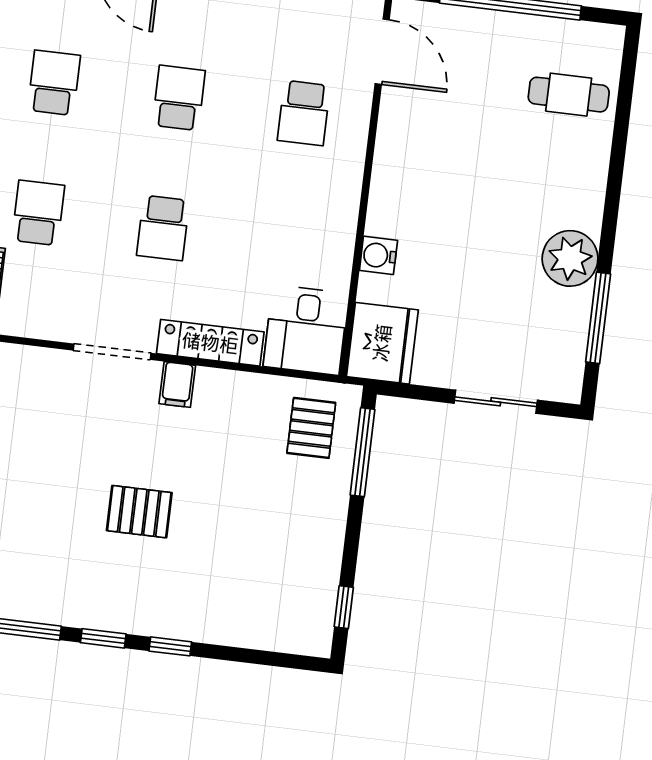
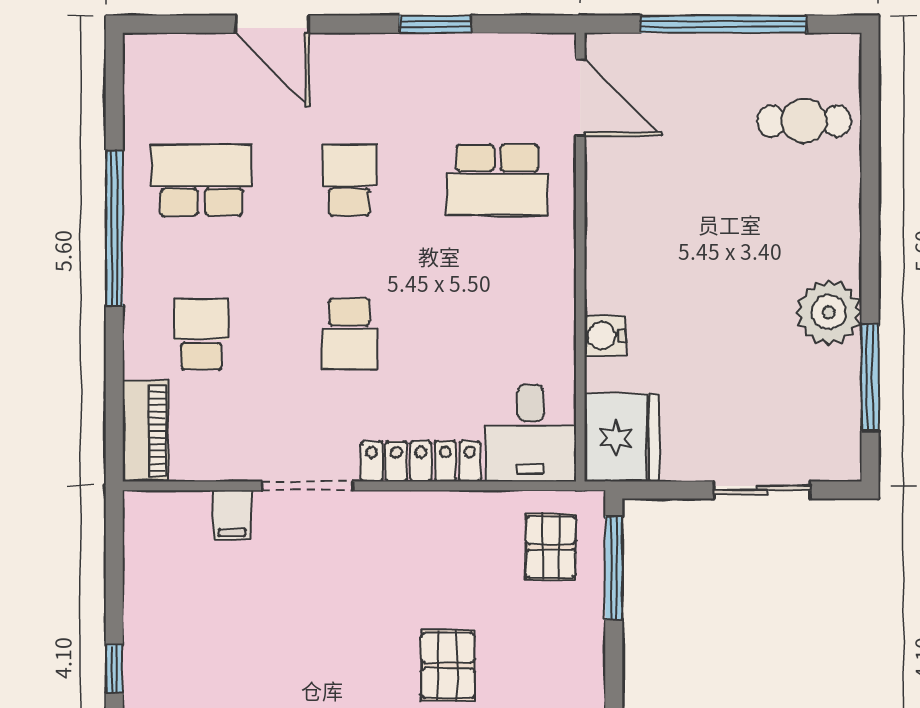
school desk: (54, 83) -> (201, 180), width x1.85
school desk: (304, 113) -> (497, 180), width x1.85
filing cabinet: (177, 385) -> (232, 515), moved
pallet: (139, 512) -> (448, 665), moved, turned 90

